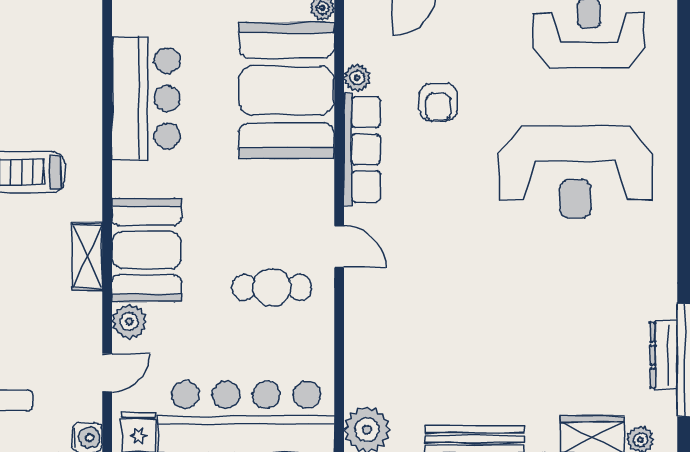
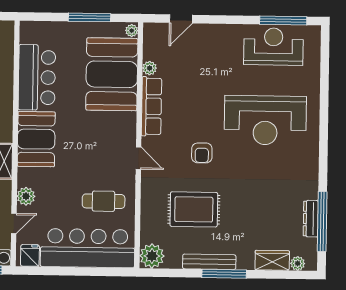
armchair: (438, 102) -> (202, 153), moved
booth: (147, 250) -> (36, 139), moved
cafe table: (272, 287) -> (104, 201), moved
rug: (444, 341) -> (194, 209), added

